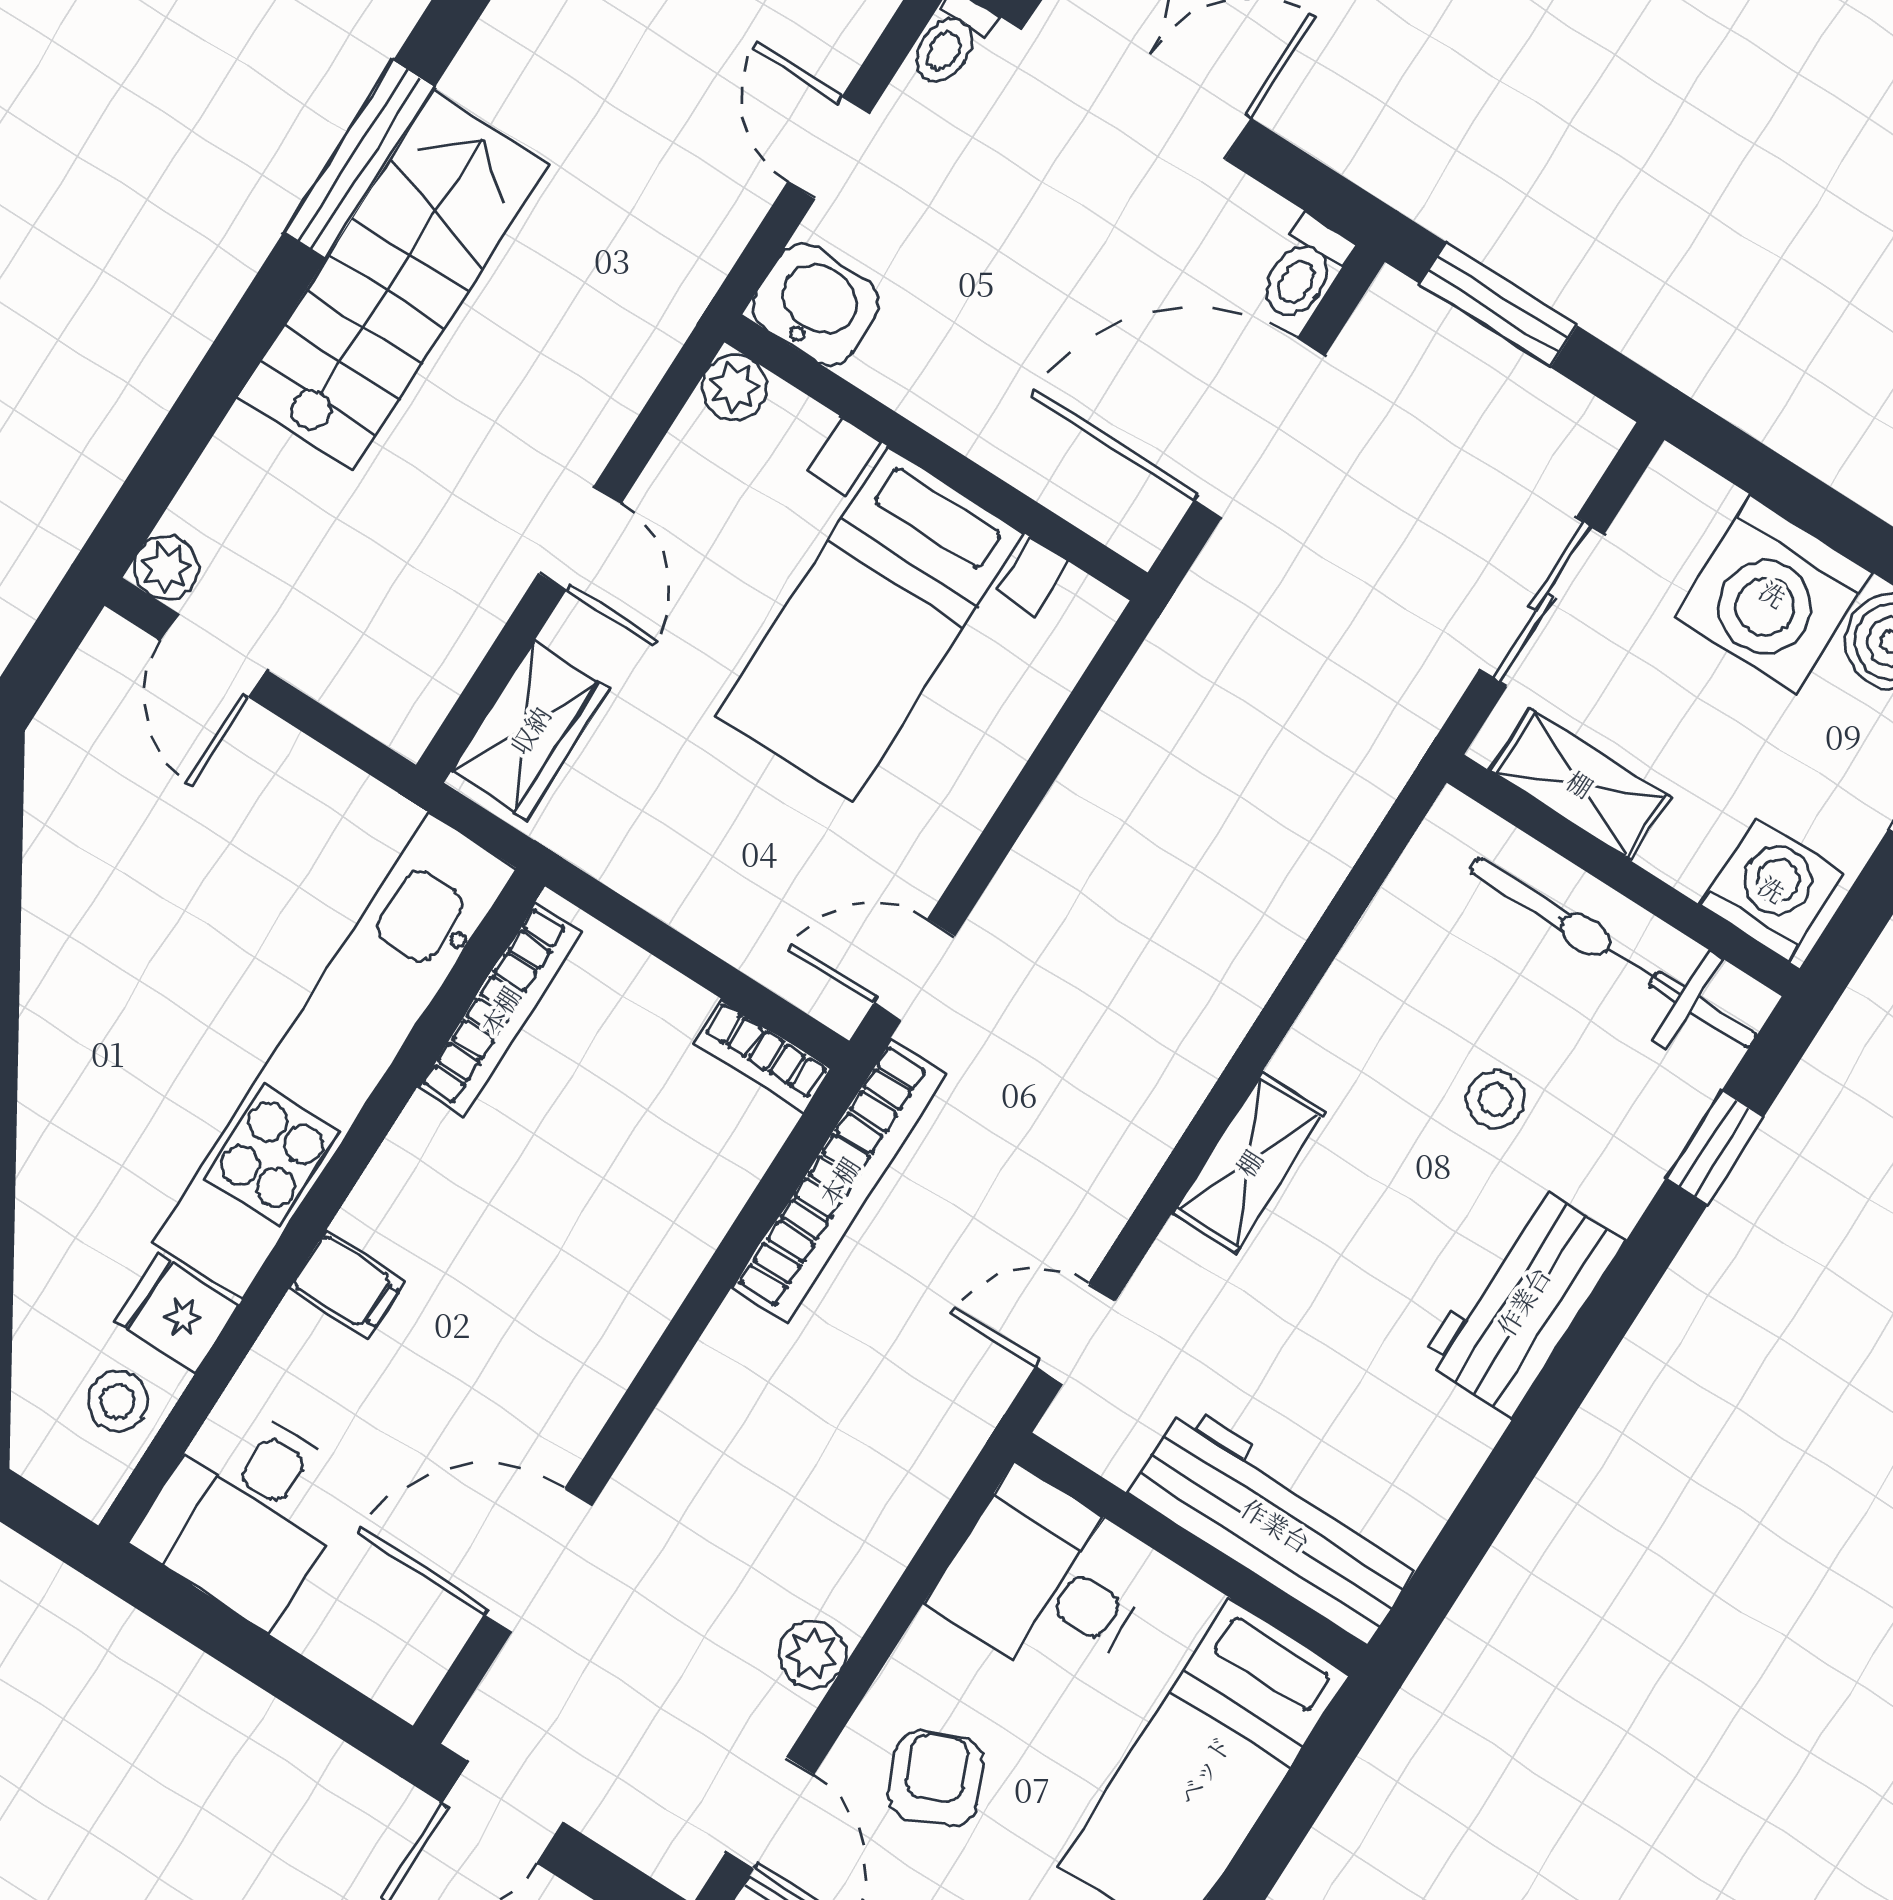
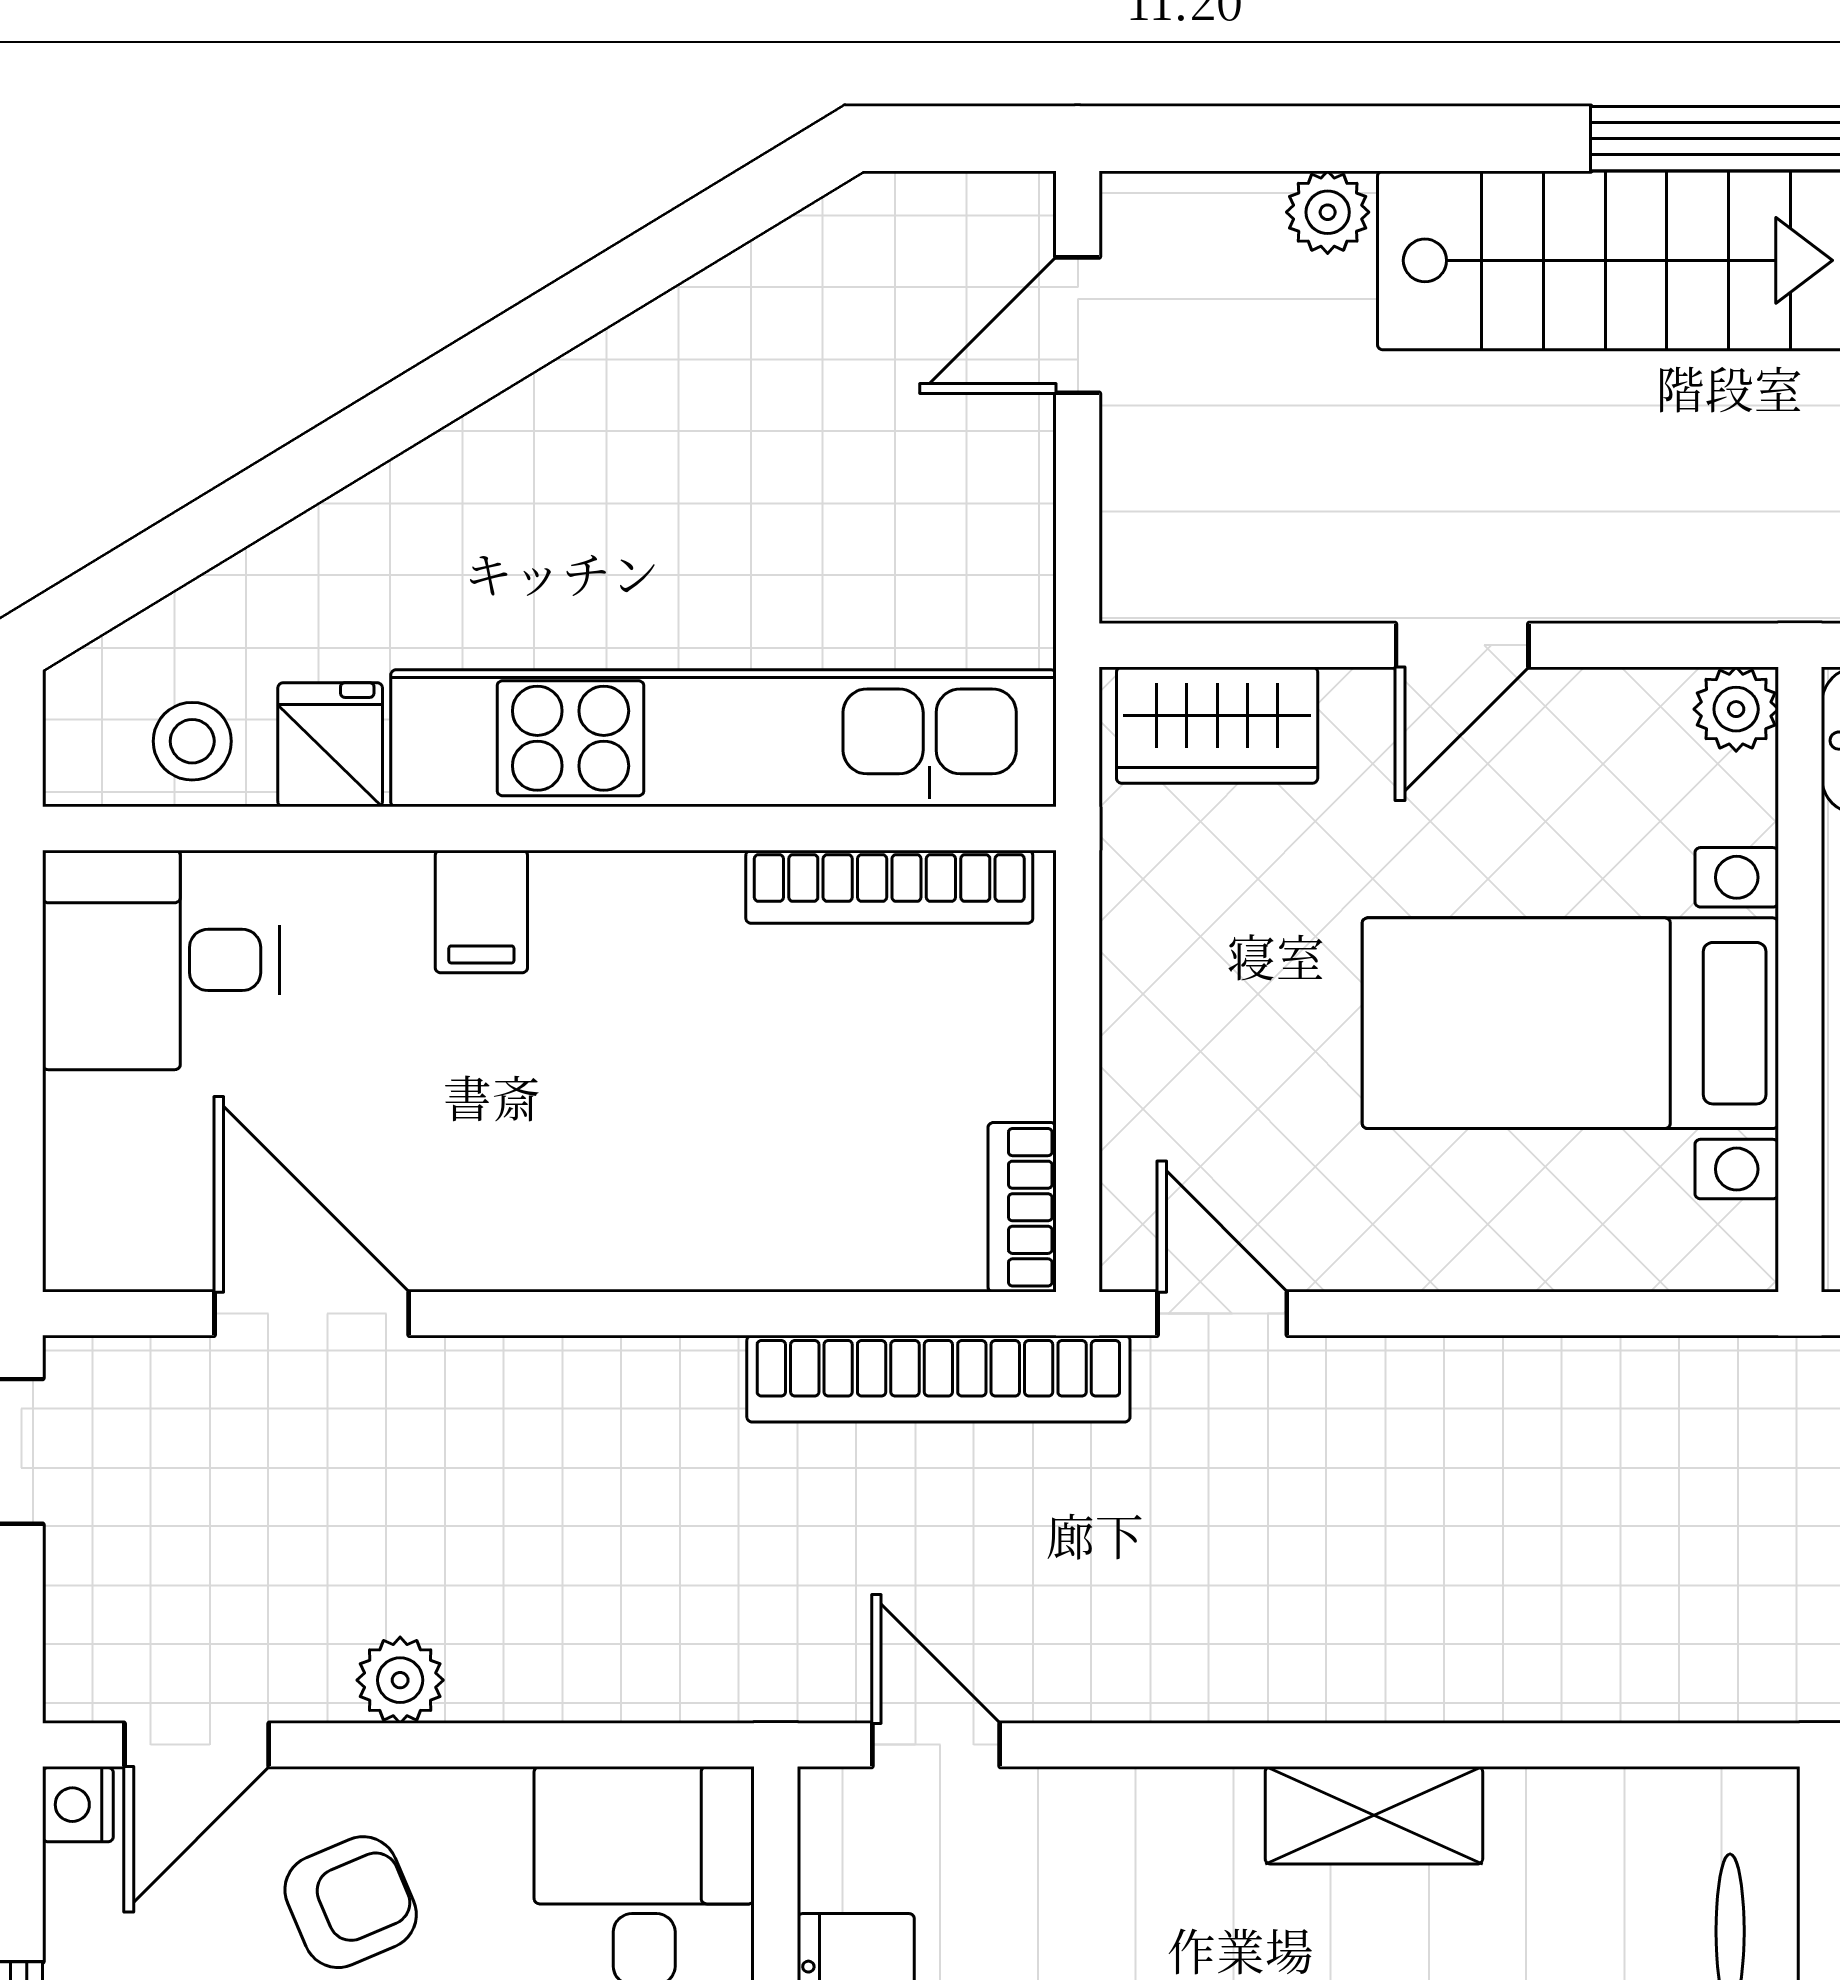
plant: (166, 568) -> (1328, 212), moved
shelving: (1249, 1163) -> (1374, 1815), moved

